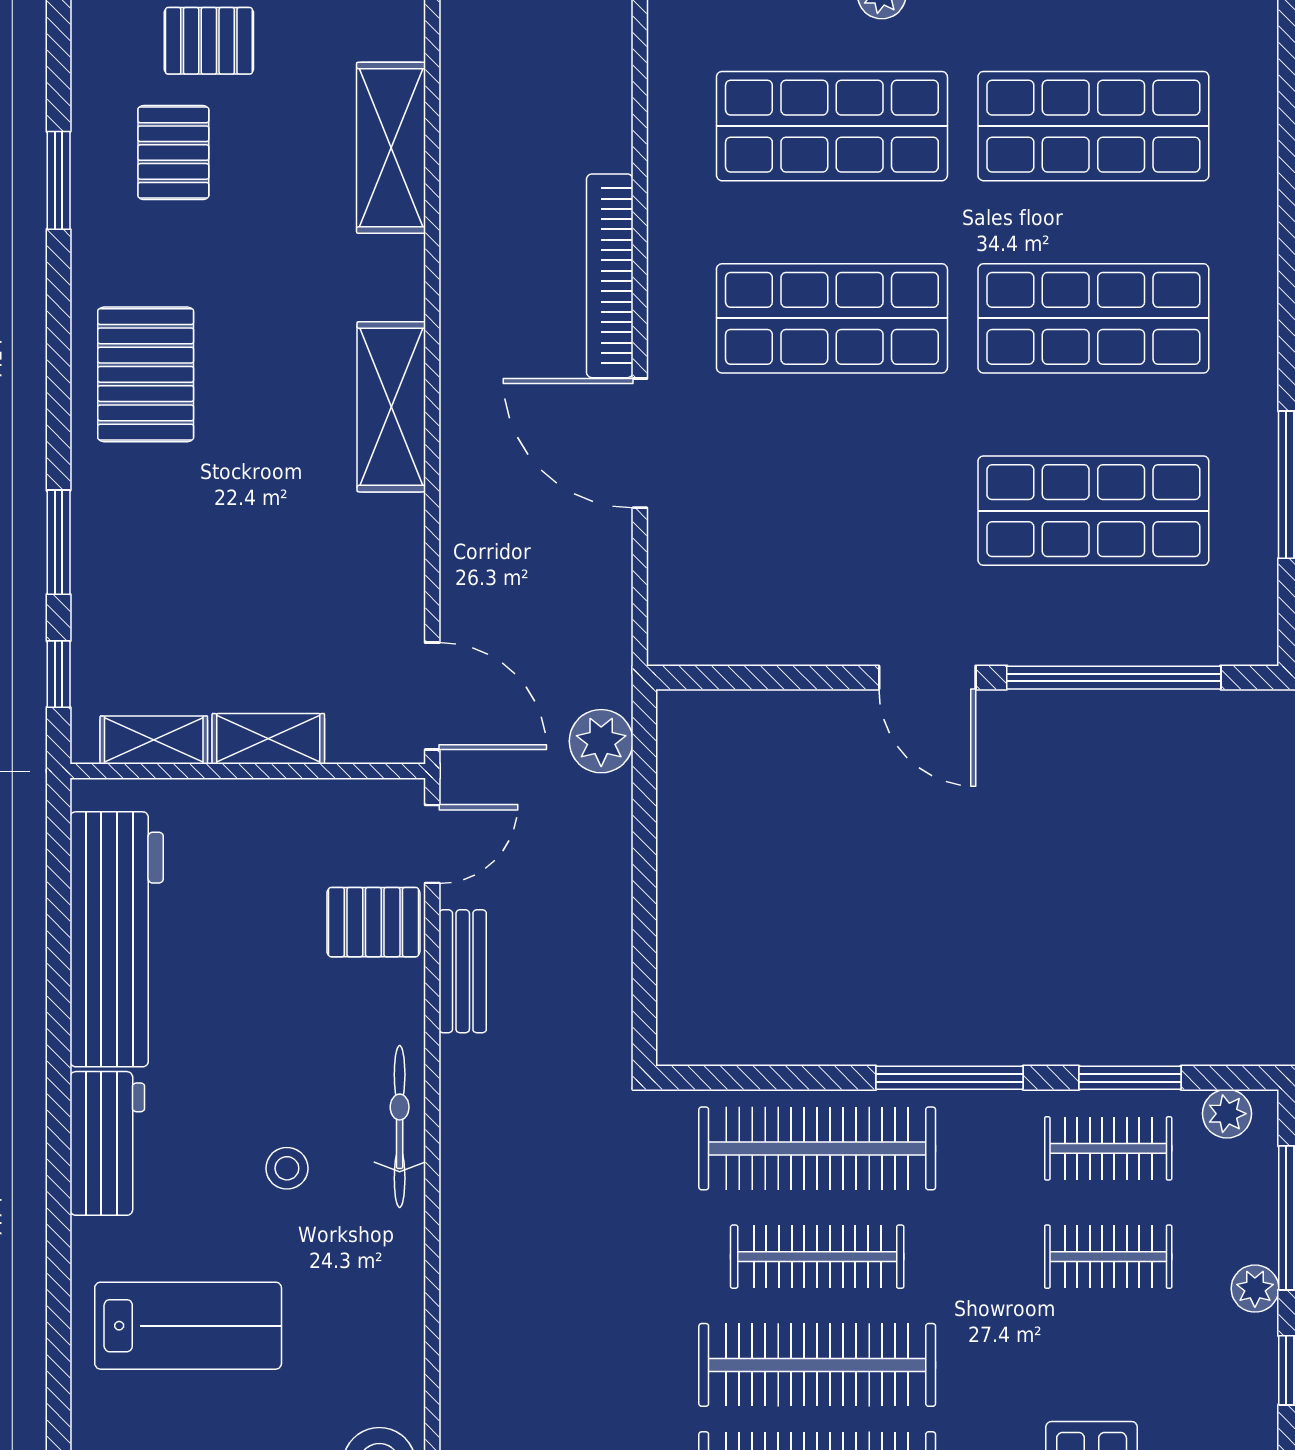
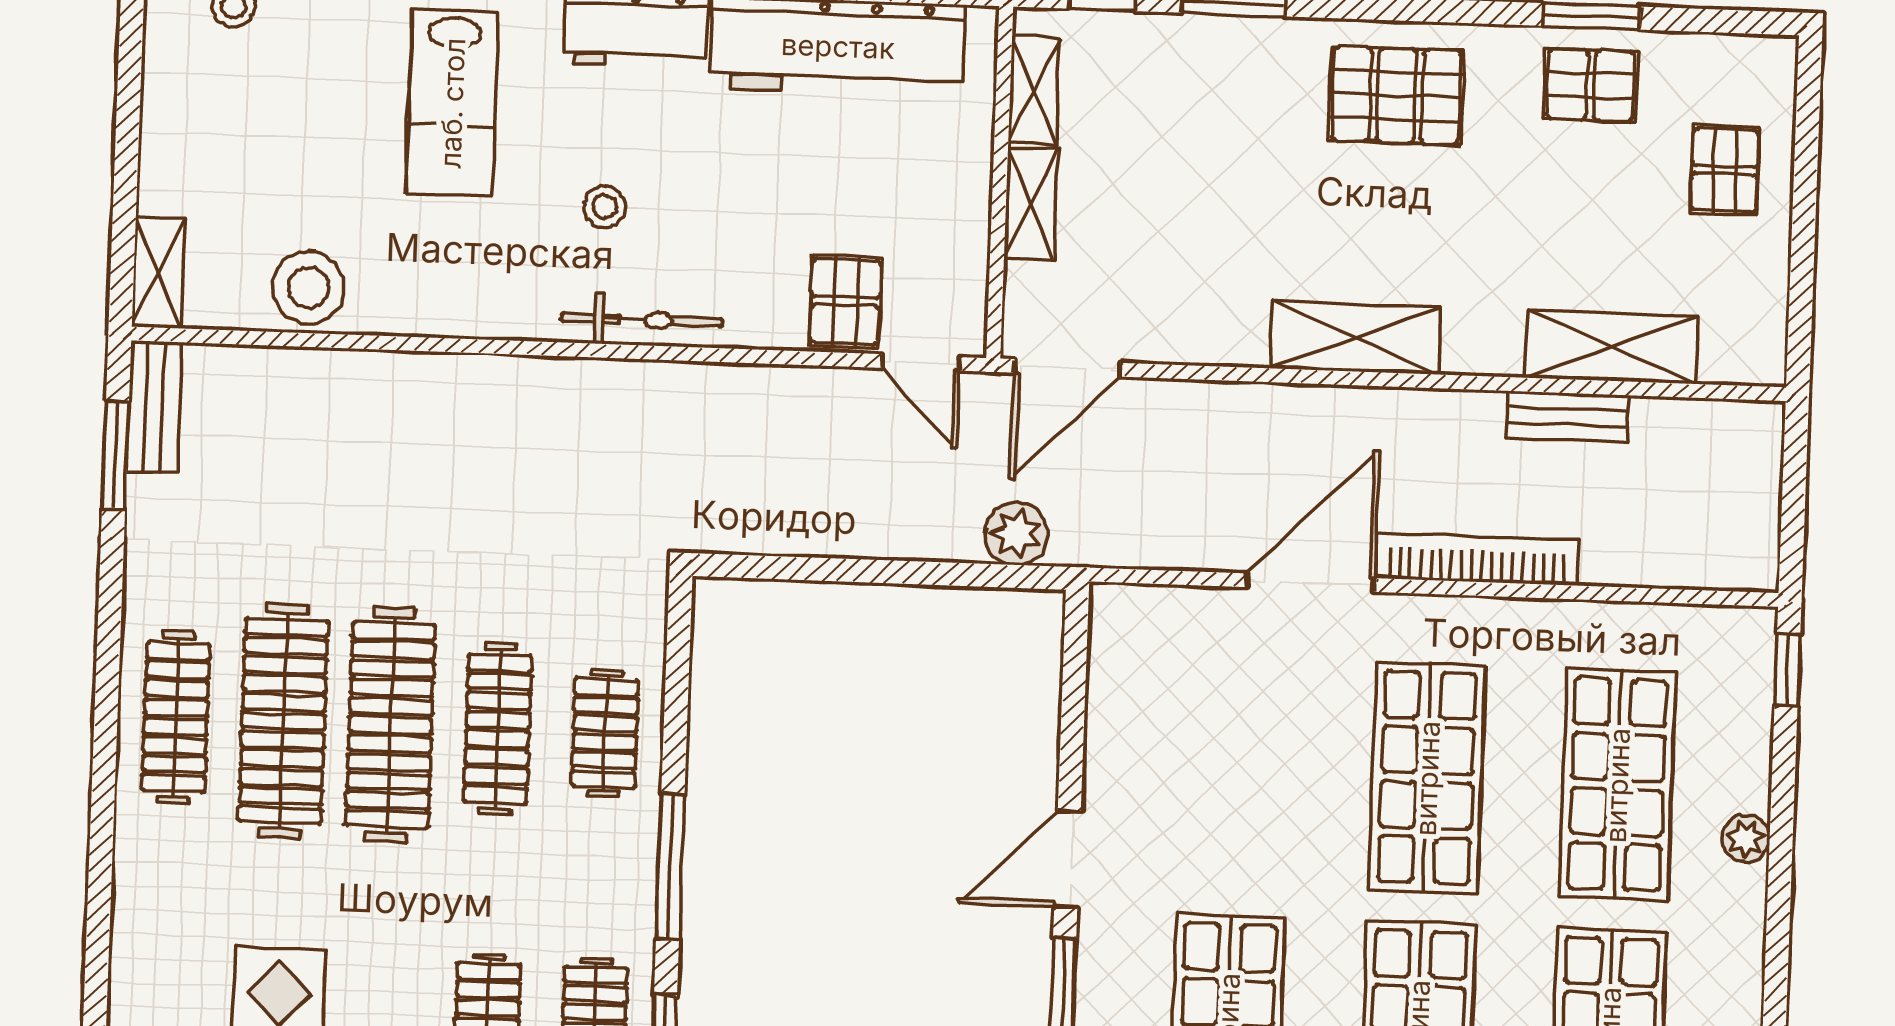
pallet: (173, 153) -> (1591, 85), moved
bench: (463, 971) -> (1568, 416), moved
clothes rail: (817, 1148) -> (605, 733), width x0.54, depth x0.76

